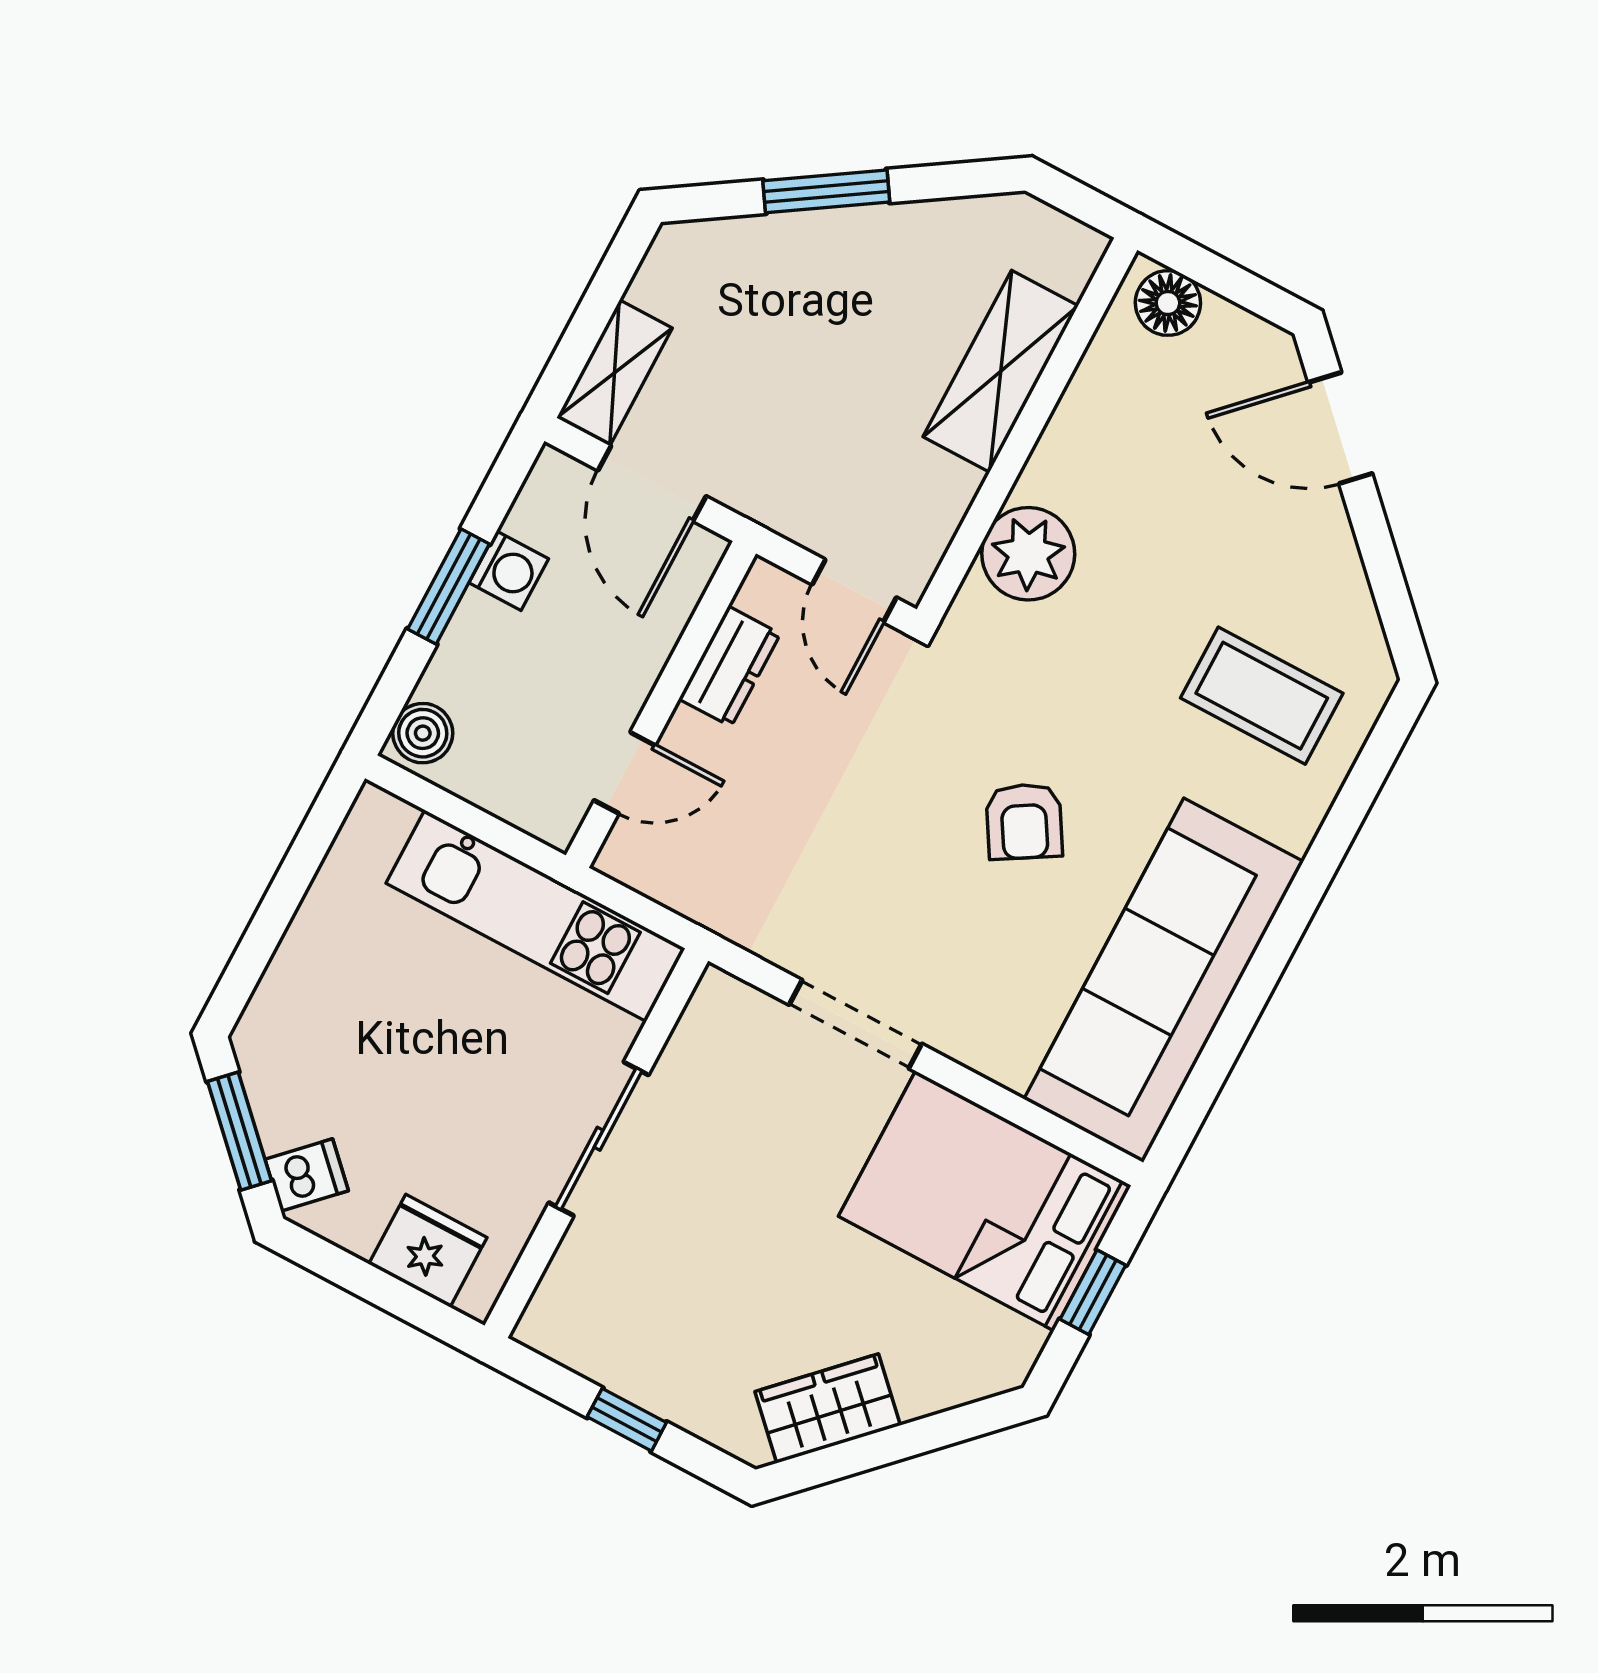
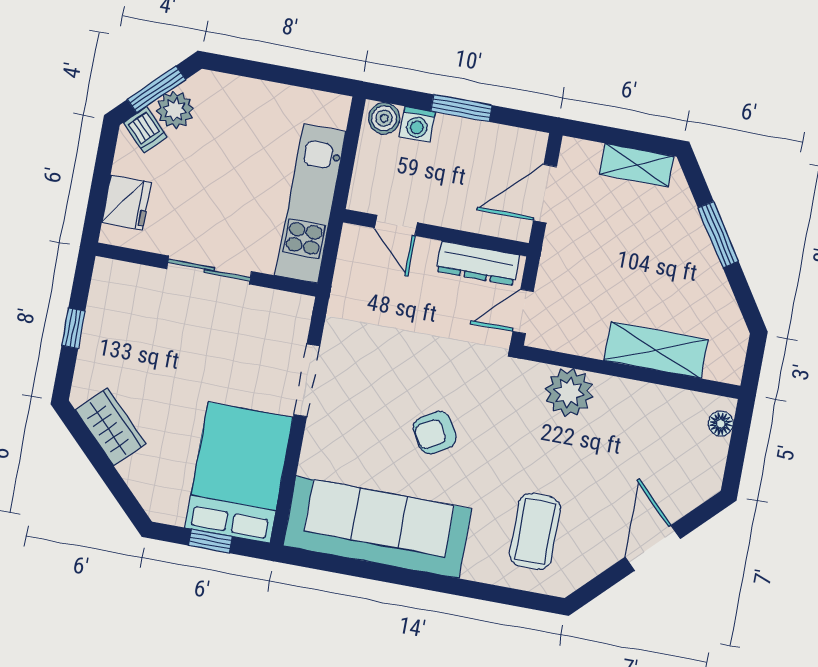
floor lamp: (1168, 303) -> (721, 424), width x0.73, depth x0.73
shelving: (615, 373) -> (637, 165), moved
door: (1340, 428) -> (653, 548), moved
washing machine: (509, 571) -> (417, 124), moved
dresser: (730, 666) -> (478, 263), width x1.44
plant: (287, 1109) -> (175, 110), added

